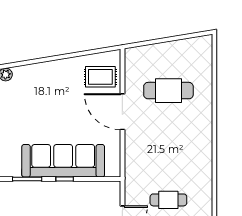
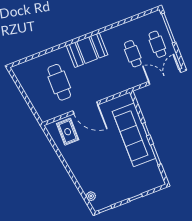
door: (122, 112) -> (85, 108), hinge flipped
booth: (196, 143) -> (87, 50), added

